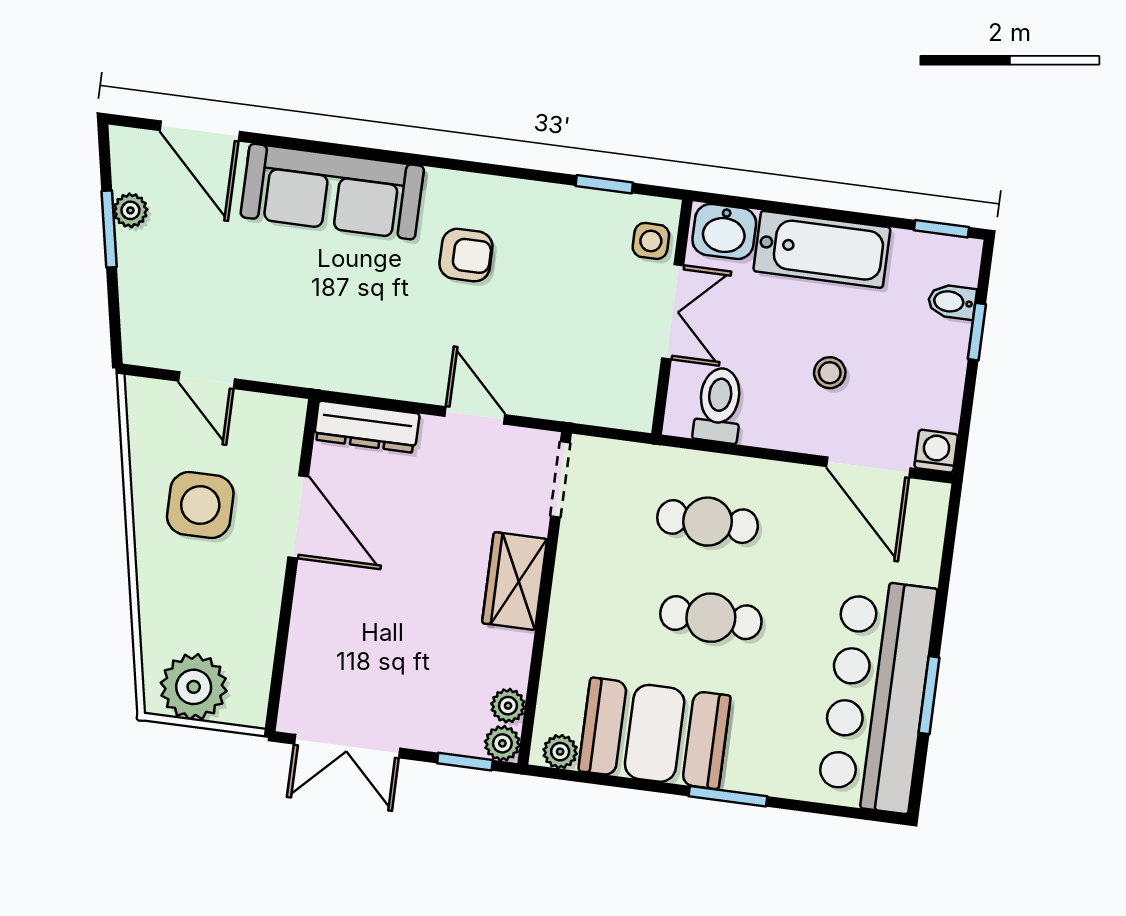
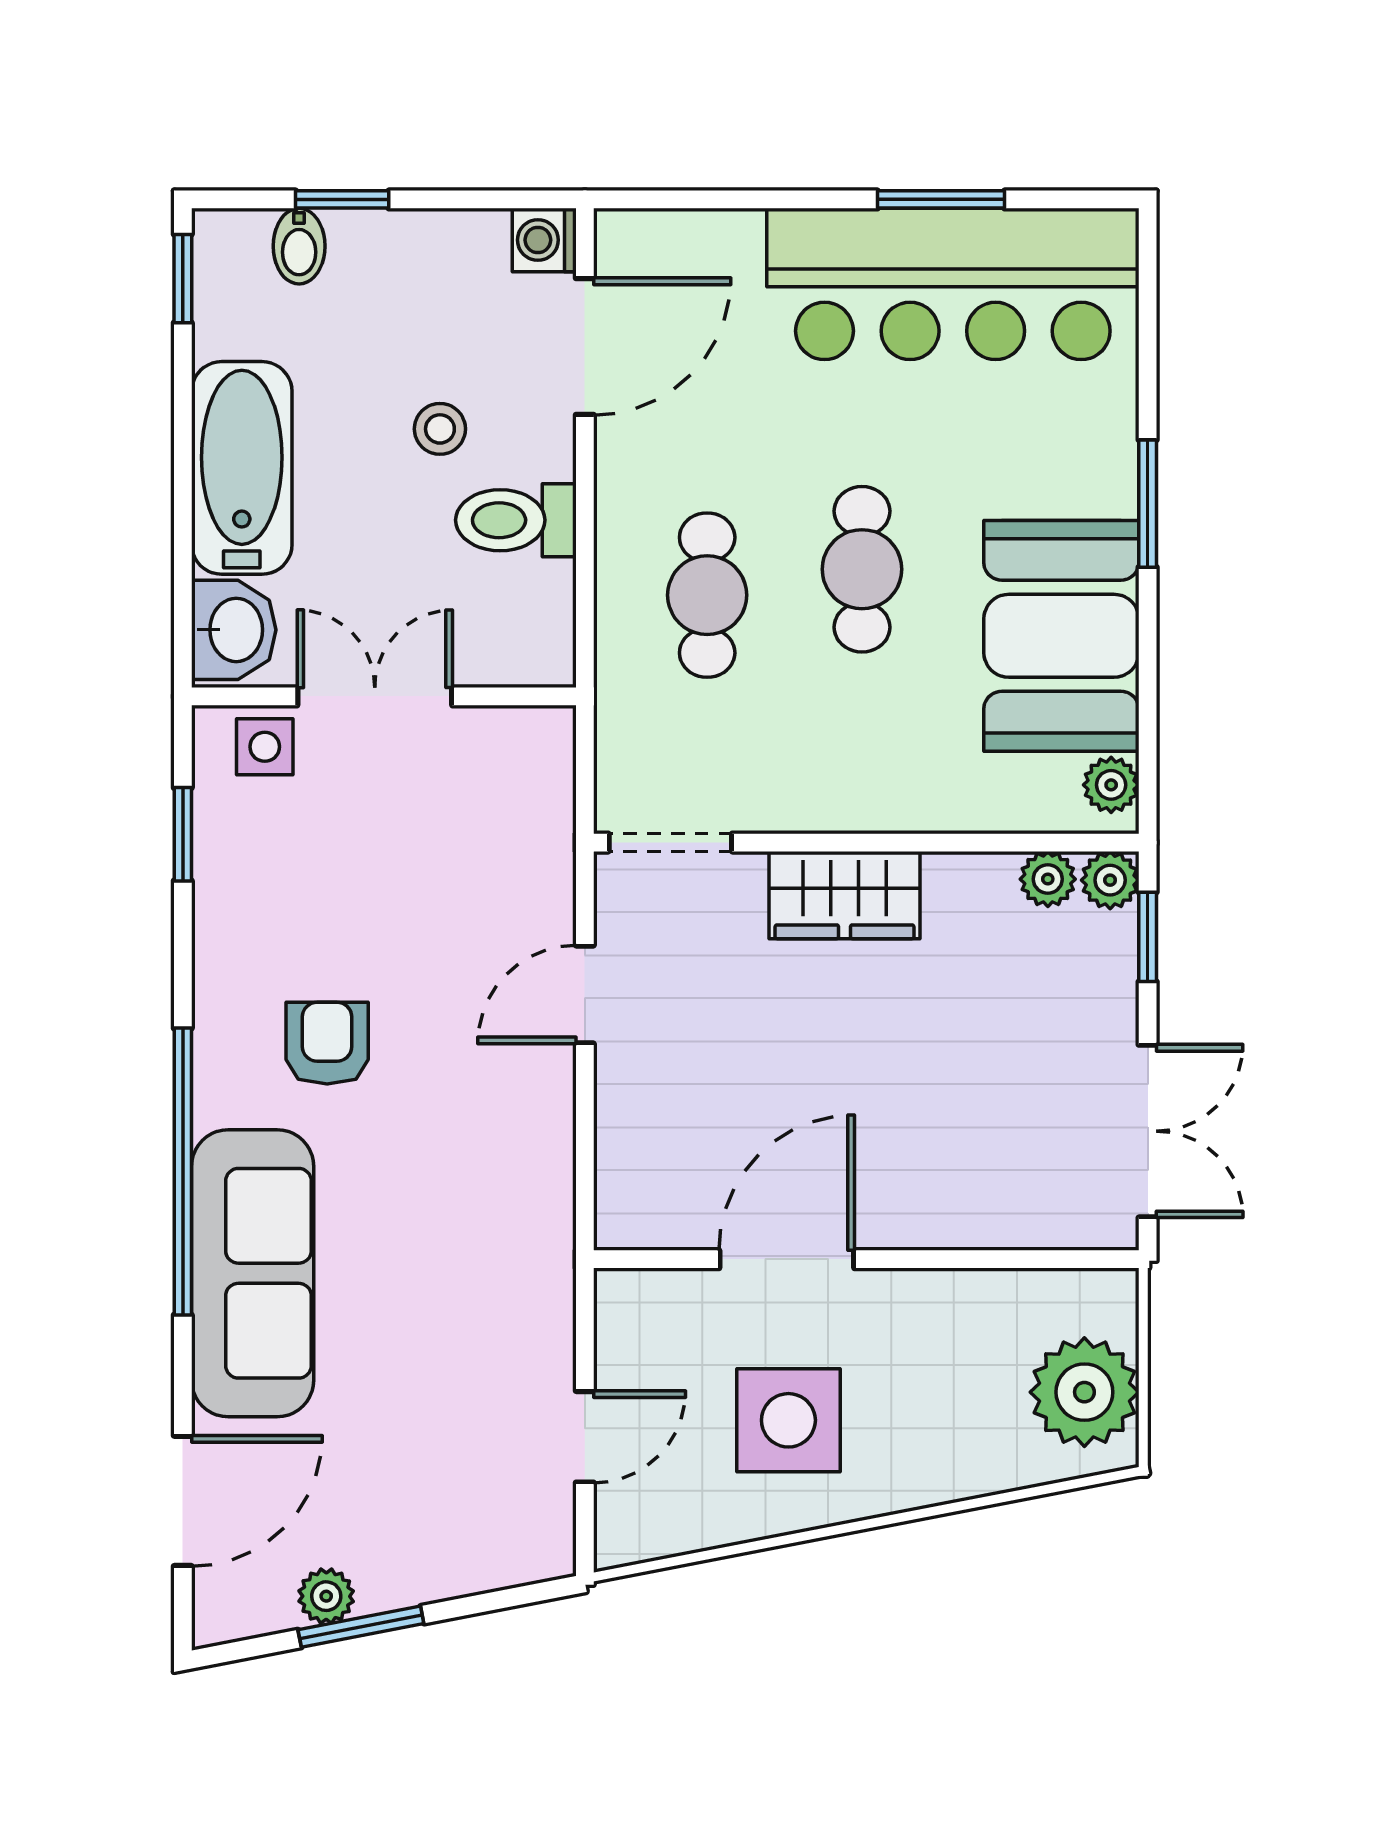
window: (400, 157) -> (183, 1172), added
toilet: (719, 405) -> (516, 520), moved
dresser: (367, 427) -> (626, 1167), removed

